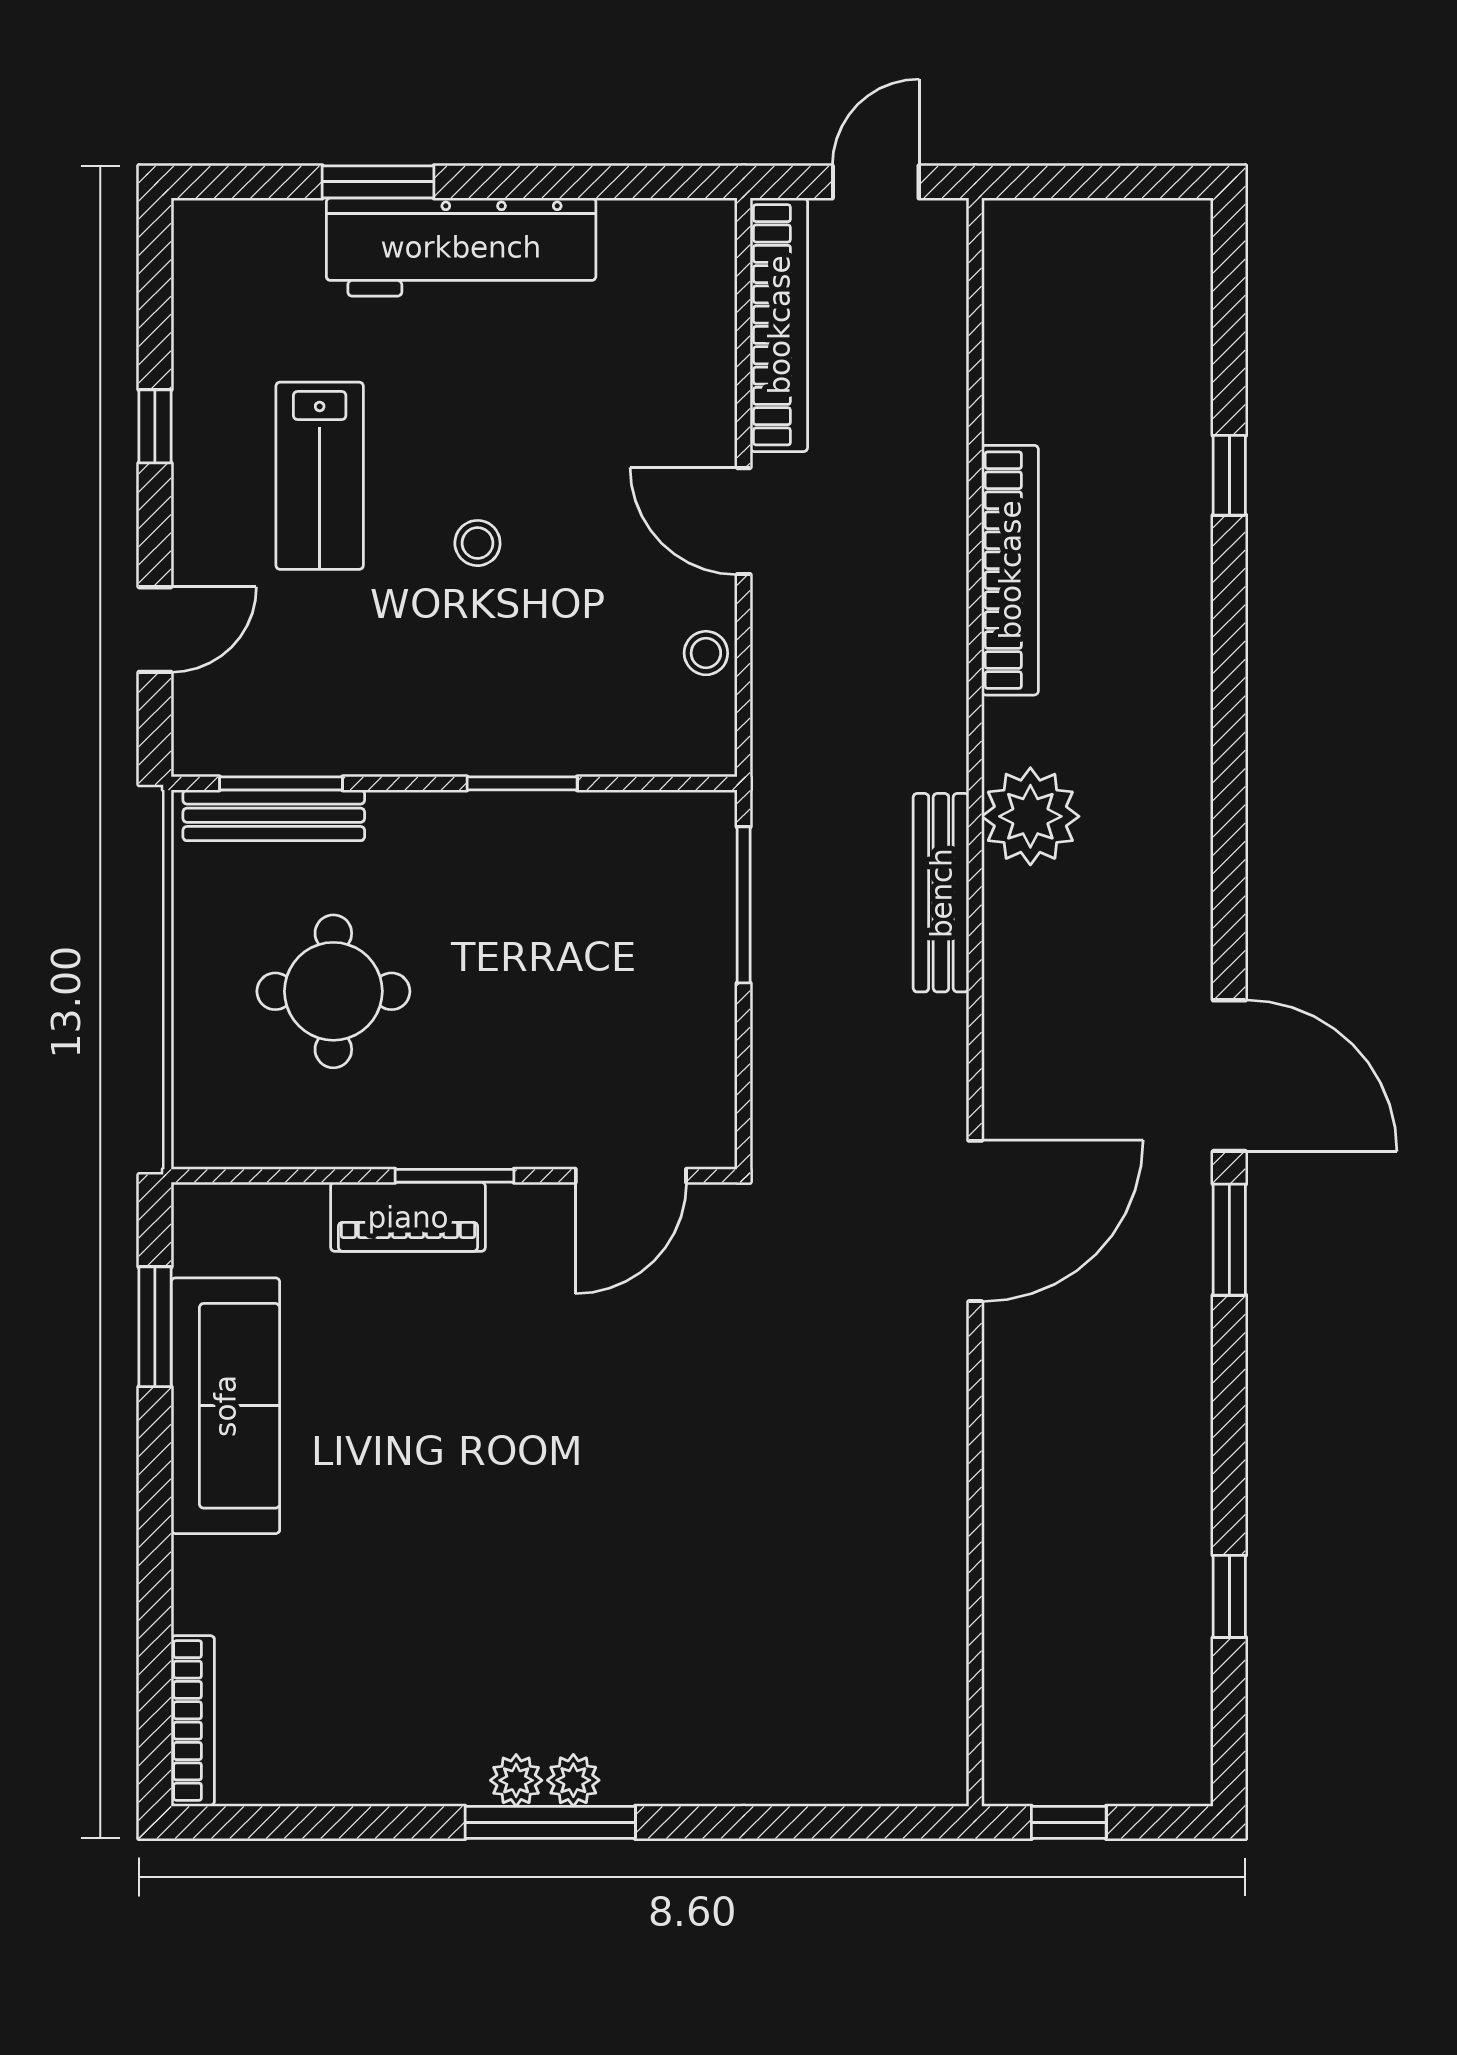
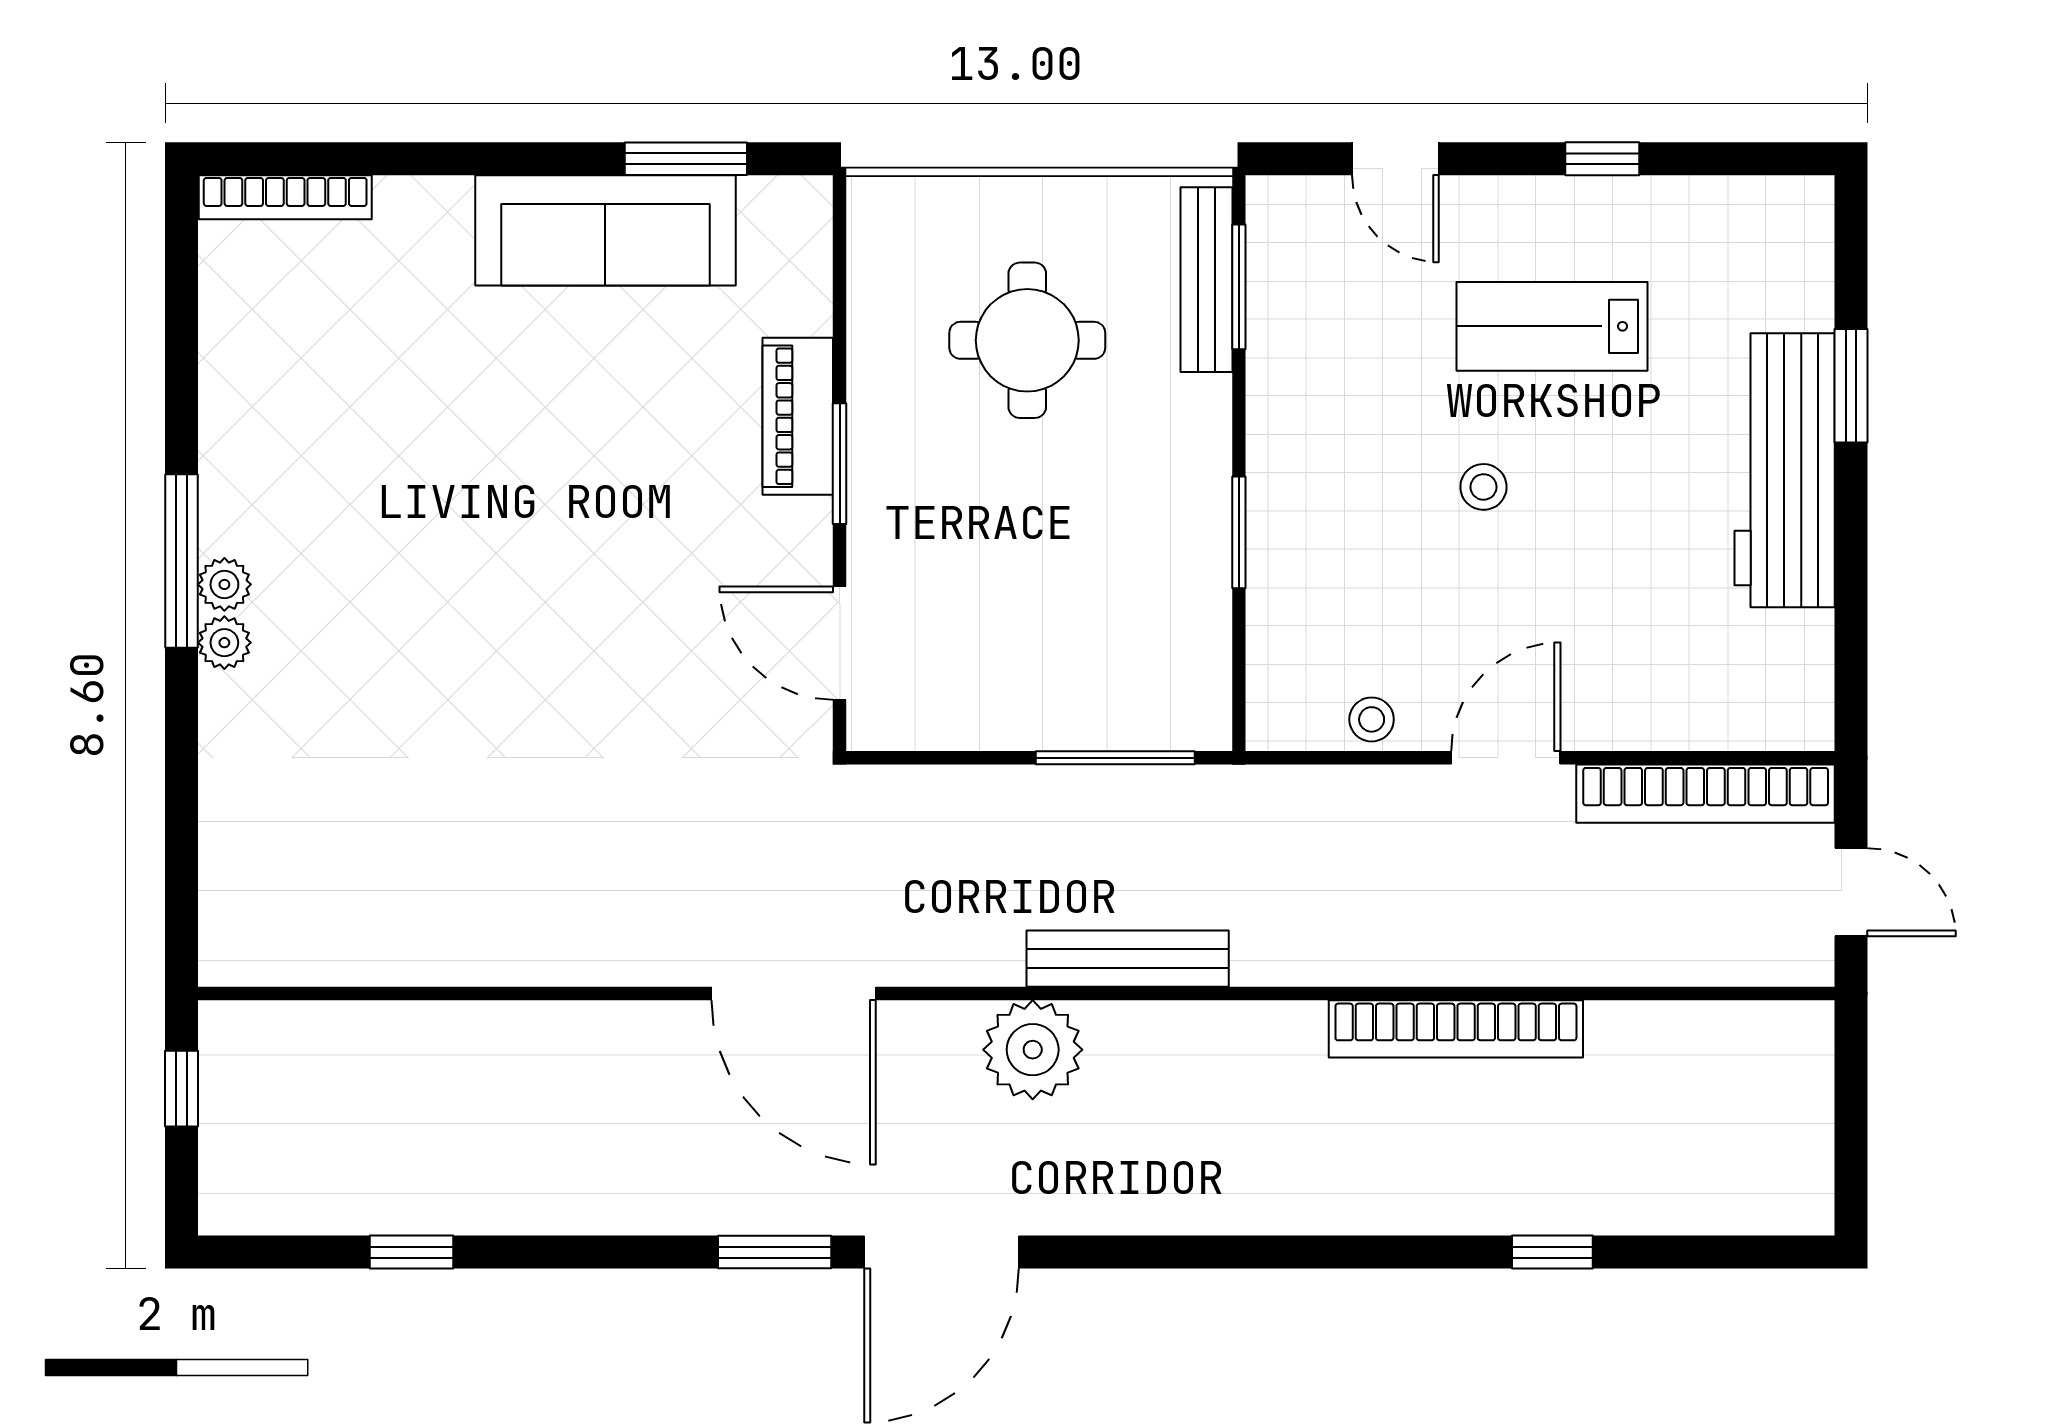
plant: (1030, 816) -> (1033, 1050), moved
plant: (516, 1780) -> (224, 643), moved

